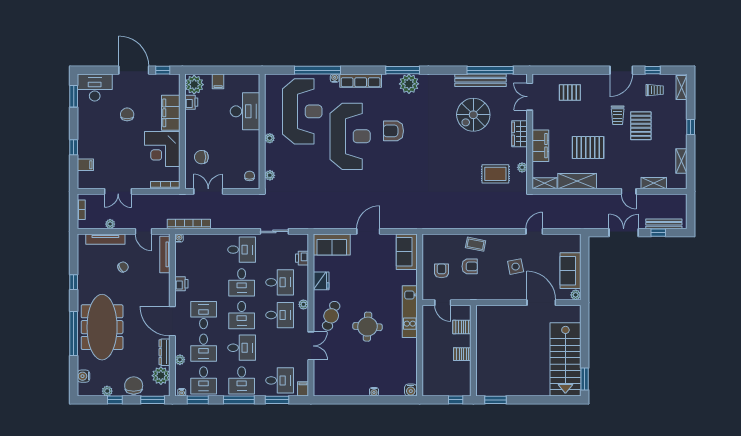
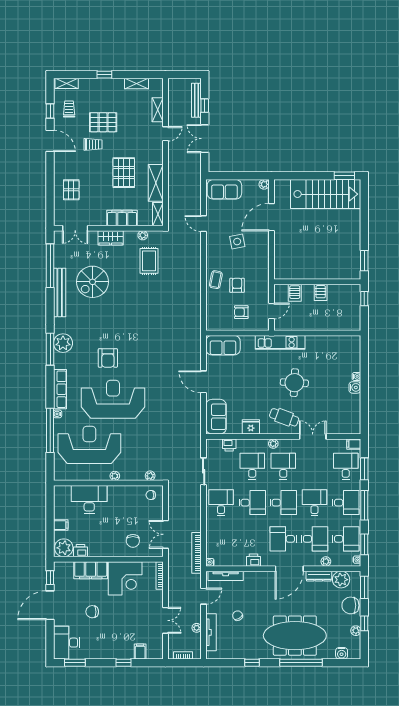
bench: (480, 80) -> (60, 292), moved
spiral stairs: (473, 115) -> (92, 282), turned 90
sofa: (570, 271) -> (224, 189), moved
water cooler: (411, 390) -> (355, 387), moved

